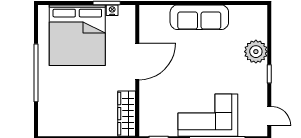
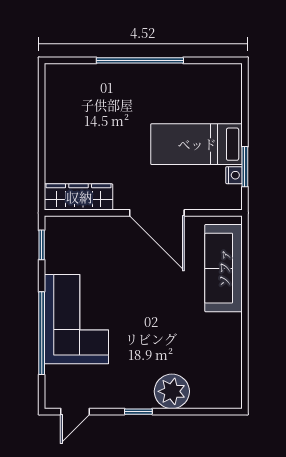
sofa: (199, 17) -> (224, 268), moved
bed: (77, 35) -> (197, 144), width x0.49

